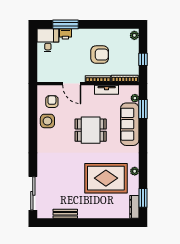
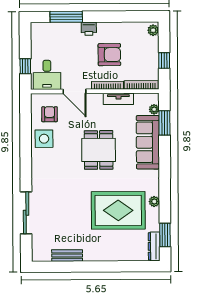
printer: (65, 34) -> (89, 29), moved
desk: (48, 40) -> (47, 75), moved, turned 180
window: (33, 63) -> (25, 66), added
dining table: (91, 130) -> (99, 150), turned 90
sliding door: (33, 193) -> (26, 213), moved

